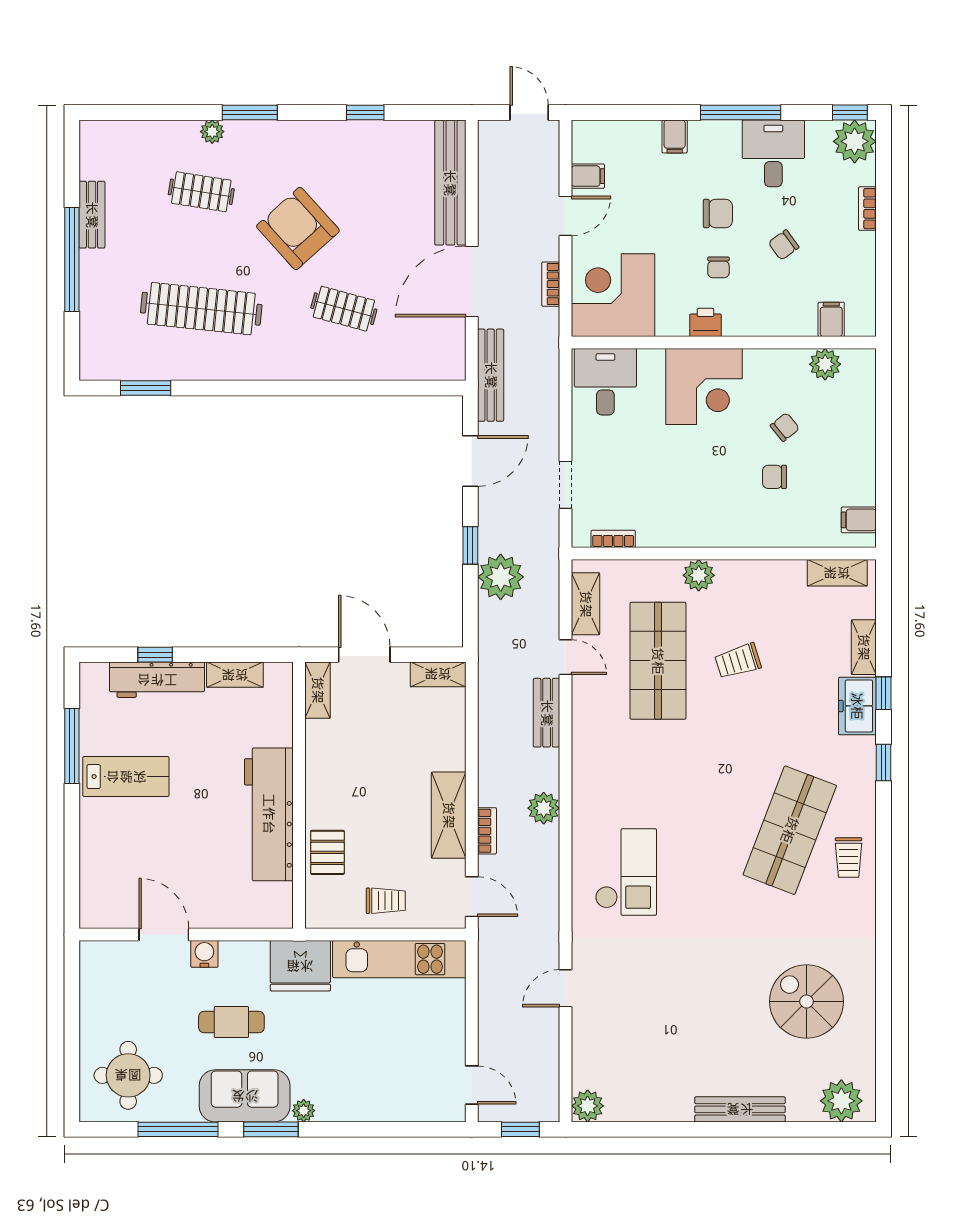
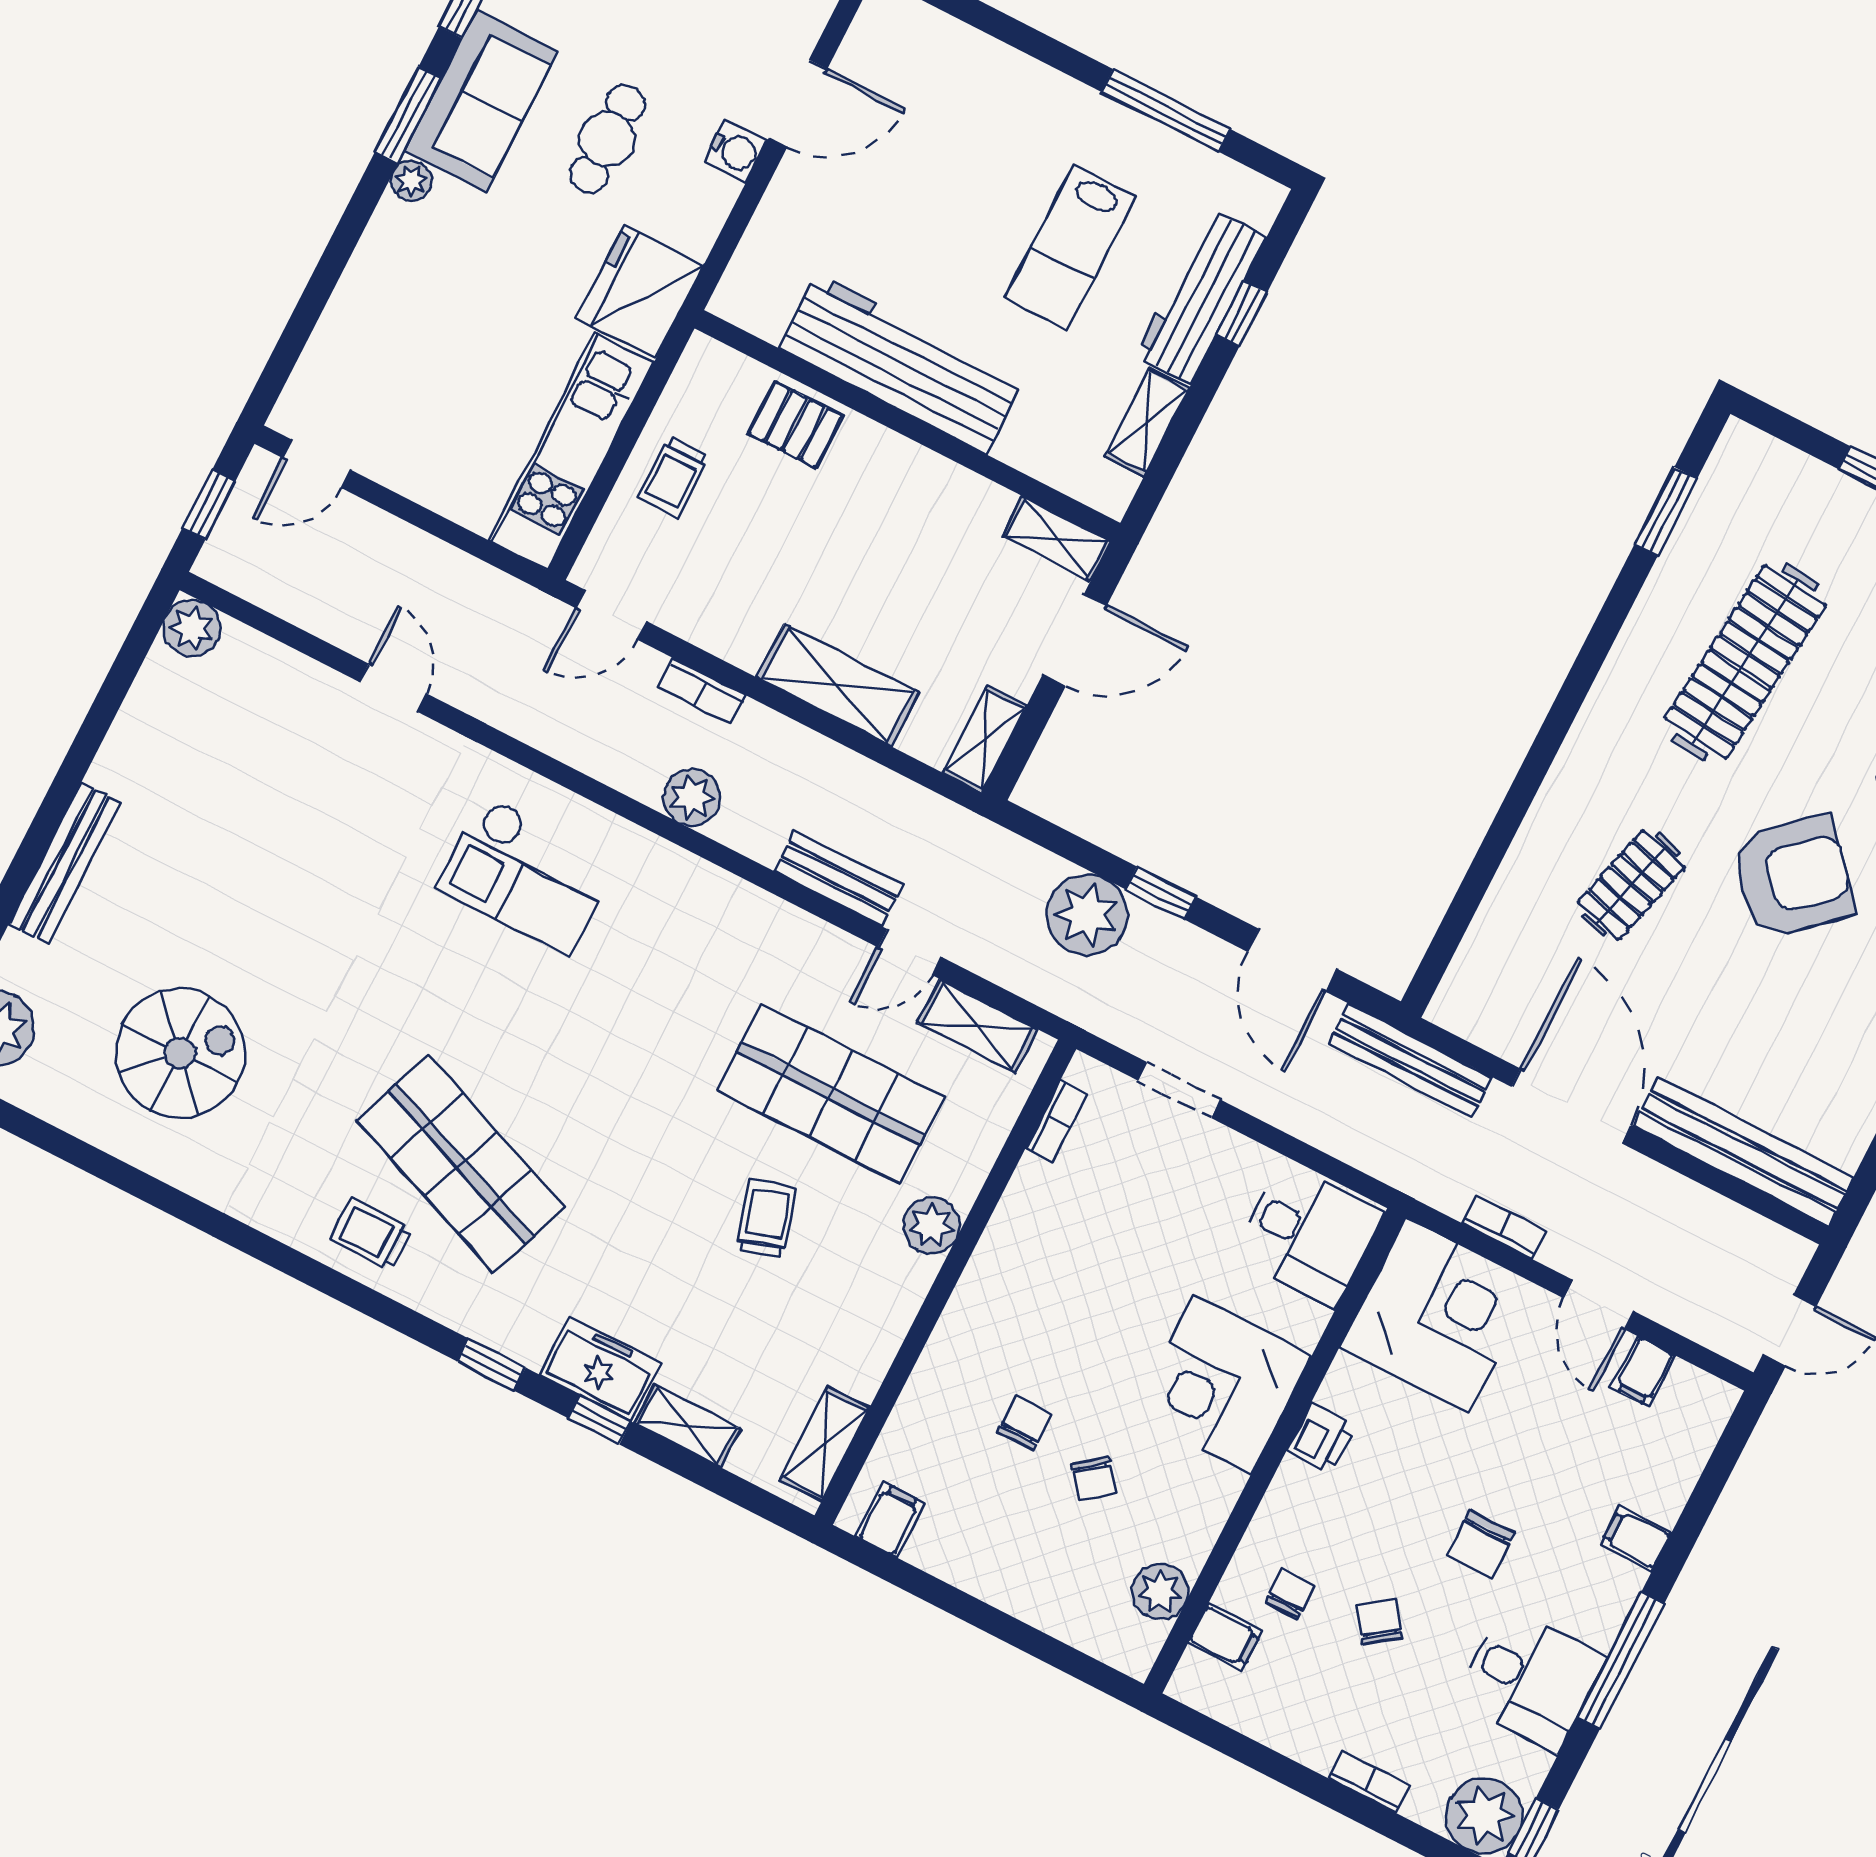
chair: (718, 267) -> (1290, 1593), moved, turned 90
lab bench: (126, 777) -> (1070, 247), moved
shelving: (449, 815) -> (838, 685), moved

